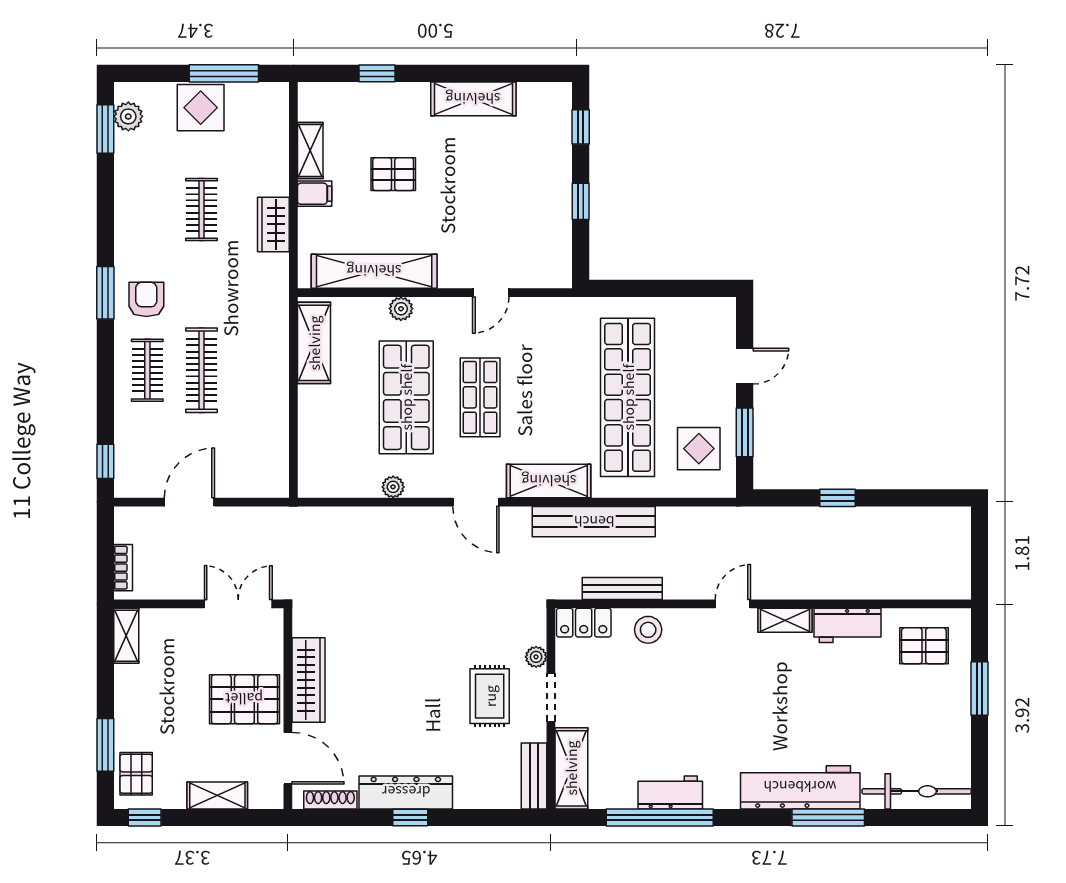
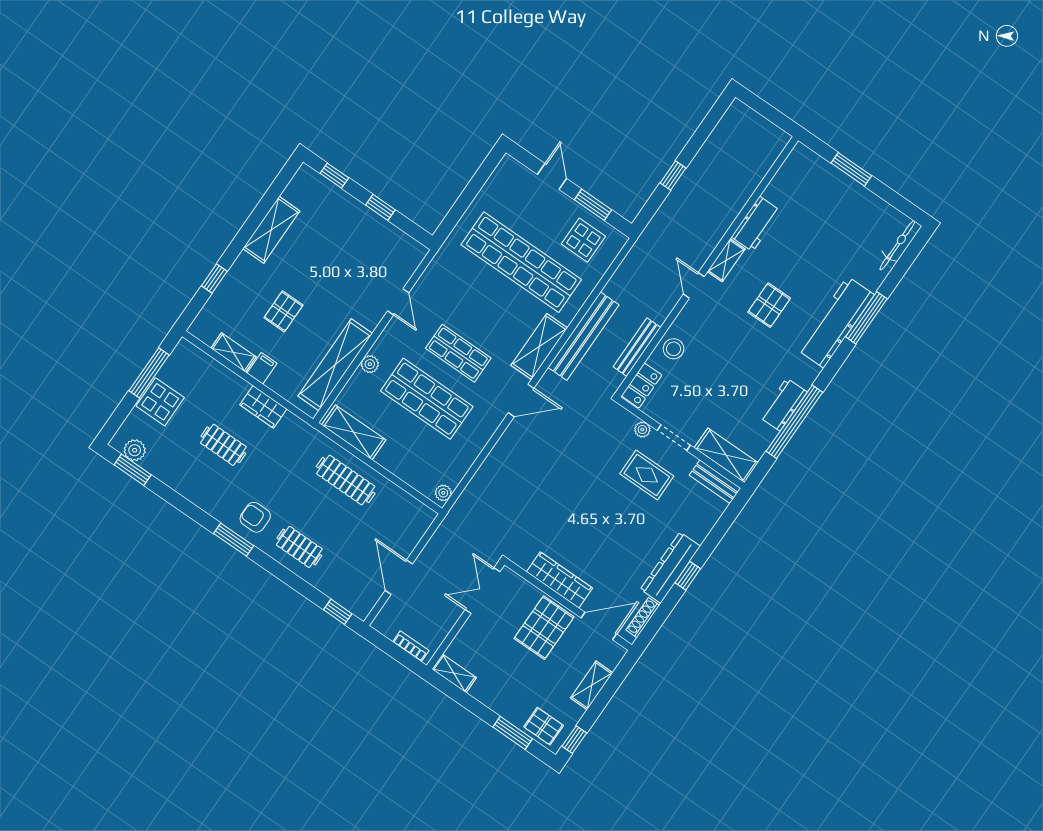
clothes rail: (201, 370) -> (346, 480), moved
plant: (393, 487) -> (443, 493), moved
pallet: (924, 646) -> (769, 305), moved
bicycle: (917, 791) -> (897, 245), width x0.73, depth x0.71

